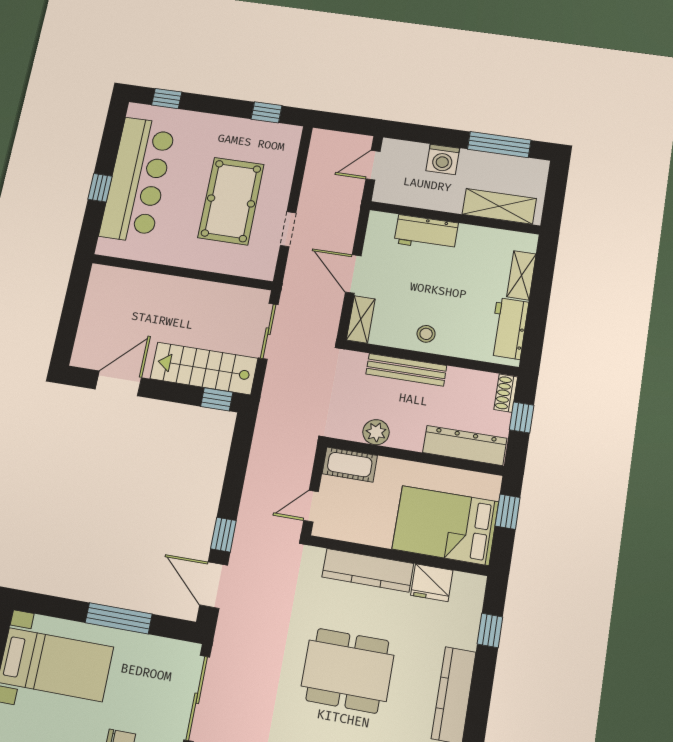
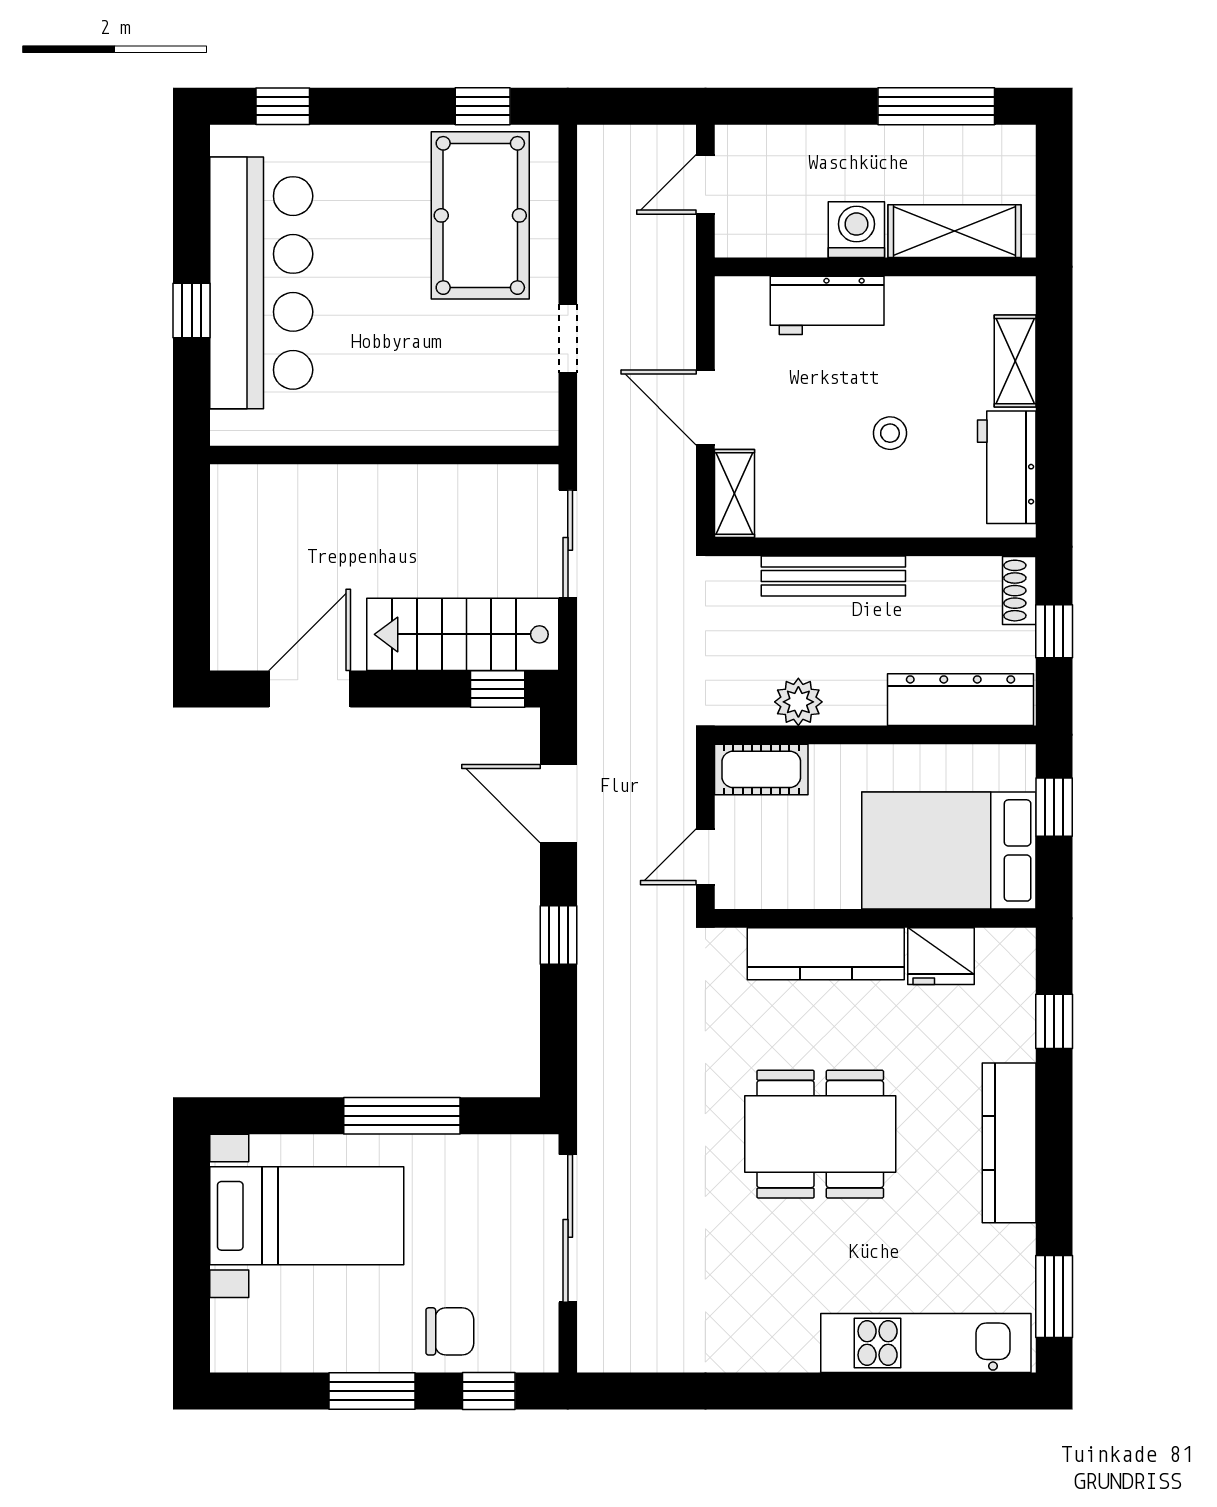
washing machine: (443, 159) -> (856, 230), moved, turned 180
pool table: (231, 201) -> (480, 215), moved
stool: (426, 334) -> (890, 433), moved
door: (214, 585) -> (559, 804), moved

